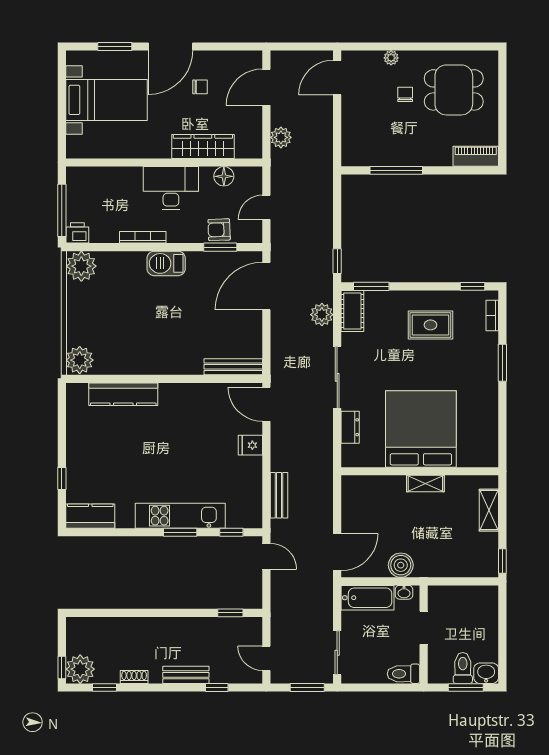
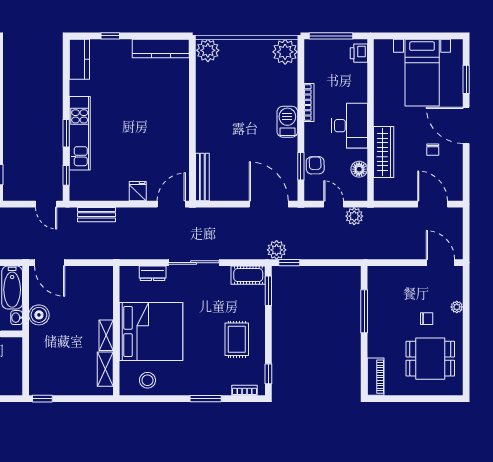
dining table: (454, 90) -> (430, 359), turned 90
plant: (281, 137) -> (354, 216), moved
printer: (77, 233) -> (359, 53), moved, turned 180
plant: (322, 315) -> (277, 250), moved
kitchen counter: (123, 394) -> (161, 49), moved, turned -90
stool: (480, 433) -> (147, 380), added
shelving: (489, 510) -> (105, 369), moved, turned 90
door: (266, 556) -> (46, 204), hinge flipped

